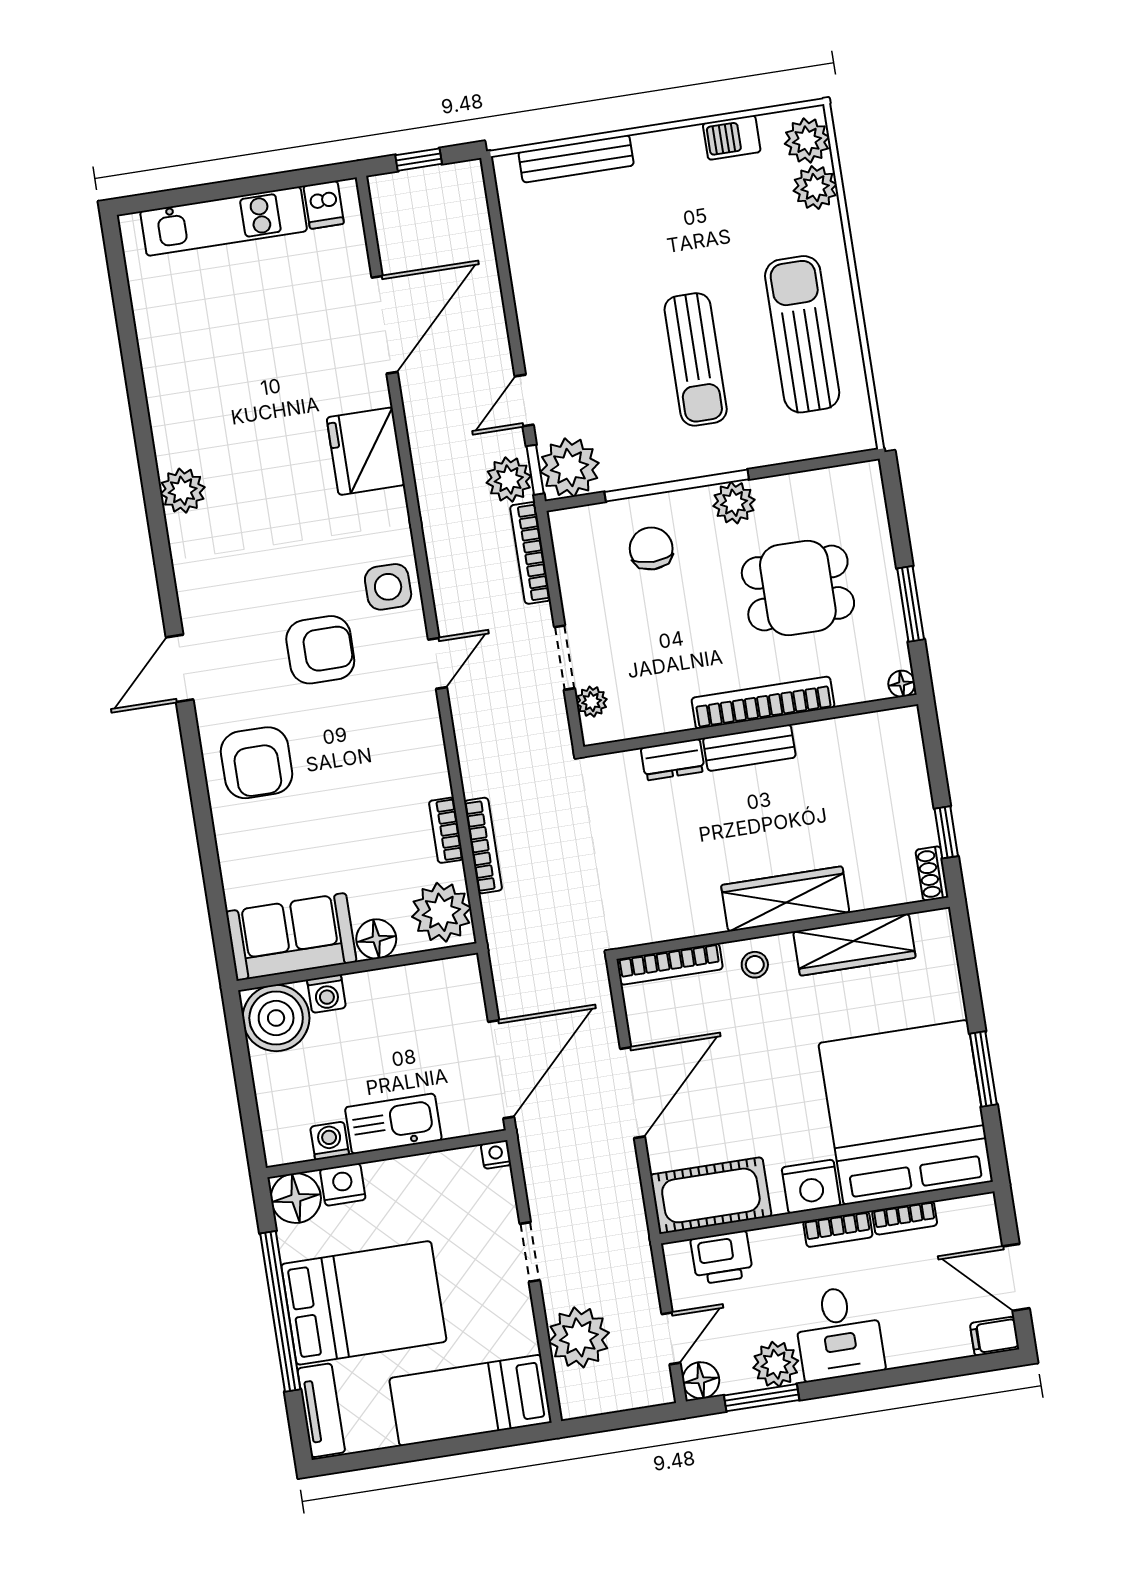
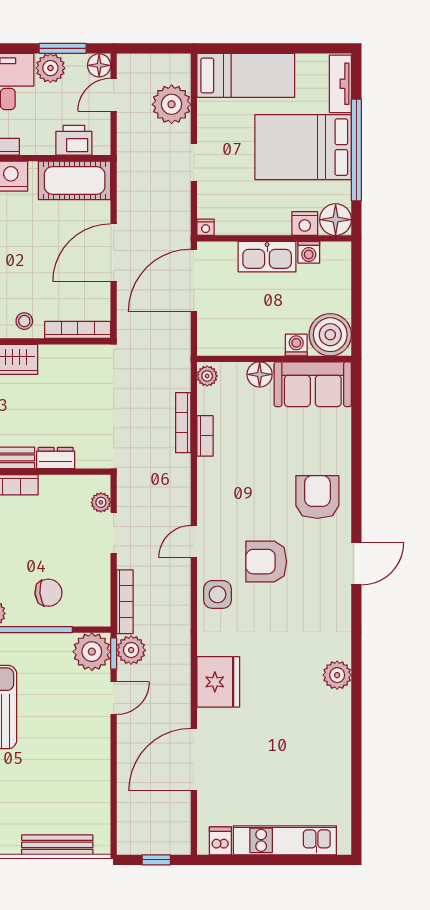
chair: (651, 549) -> (48, 593), turned -95
plant: (441, 912) -> (207, 376), width x0.53, depth x0.53

